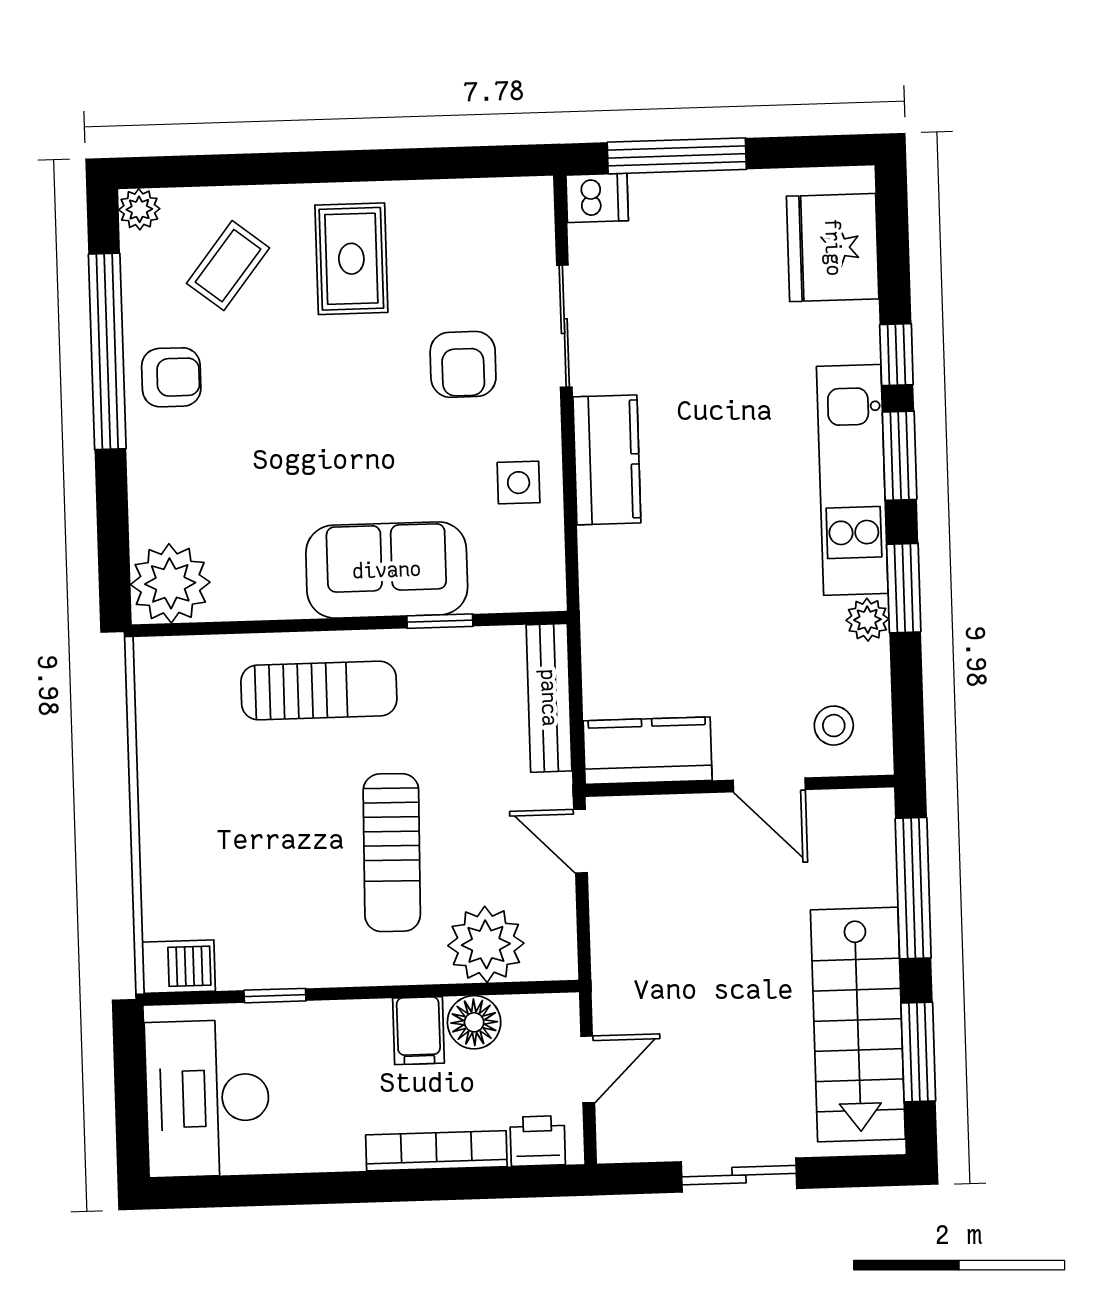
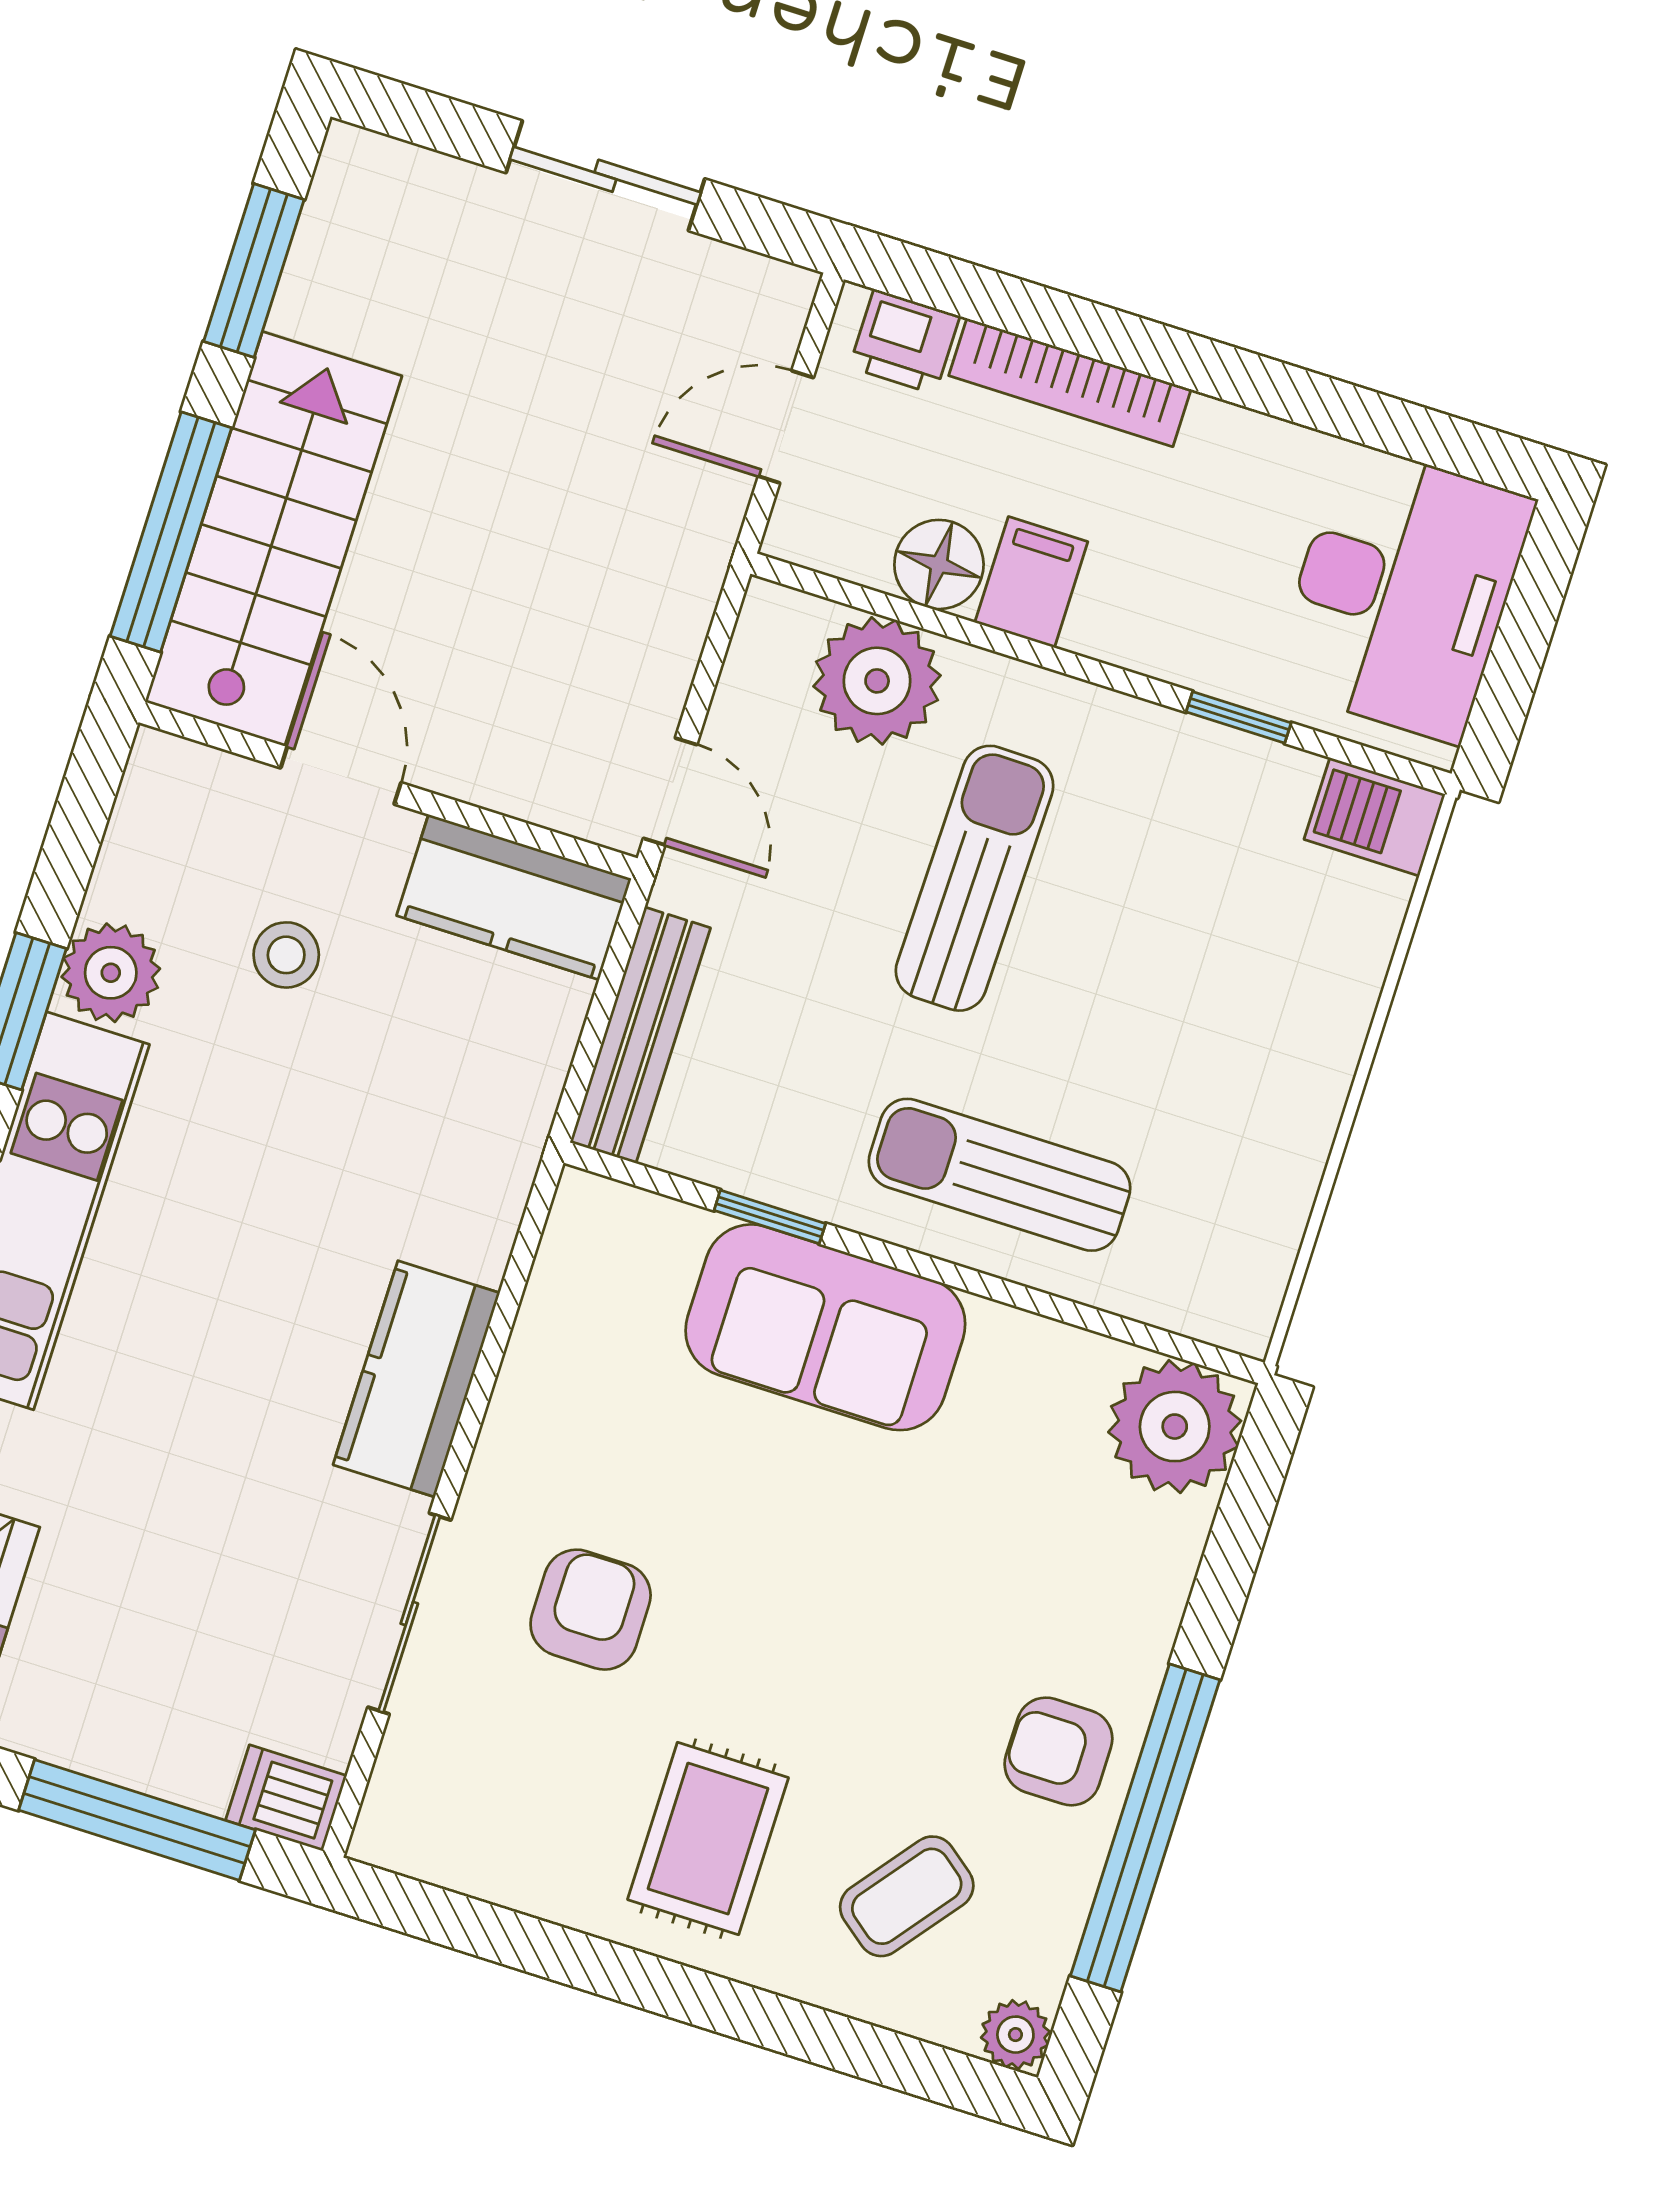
side table: (519, 483) -> (569, 1392), removed
plant: (867, 620) -> (111, 973), width x1.38, depth x1.38
stool: (834, 726) -> (286, 955), moved
stairs: (858, 1025) -> (273, 539), moved

